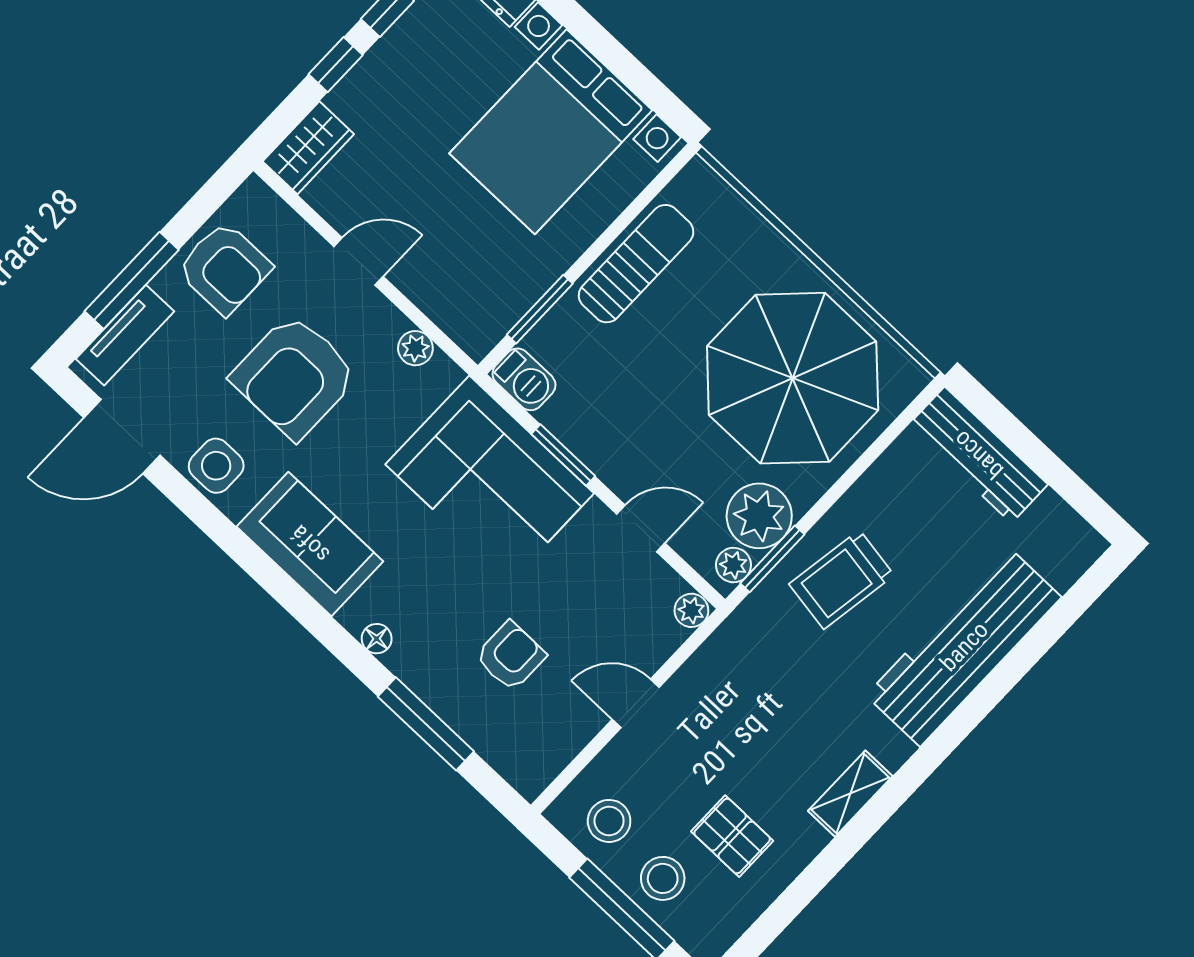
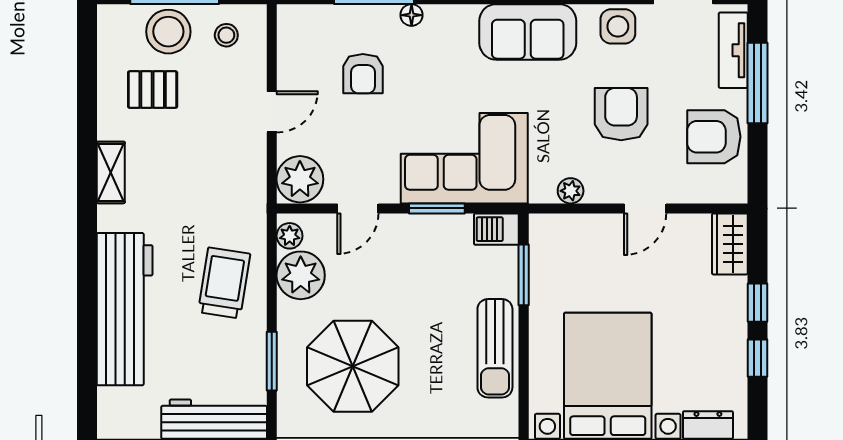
armchair: (294, 376) -> (621, 114), width x0.73, depth x0.73
parasol: (793, 378) -> (353, 366), width x0.73, depth x0.73
window: (772, 559) -> (272, 361), moved
plant: (691, 610) -> (300, 179), width x1.88, depth x1.88
floor lamp: (377, 639) -> (412, 15), moved
stool: (609, 821) -> (226, 35), width x0.73, depth x0.73
stool: (663, 878) -> (168, 32), width x1.38, depth x1.38

